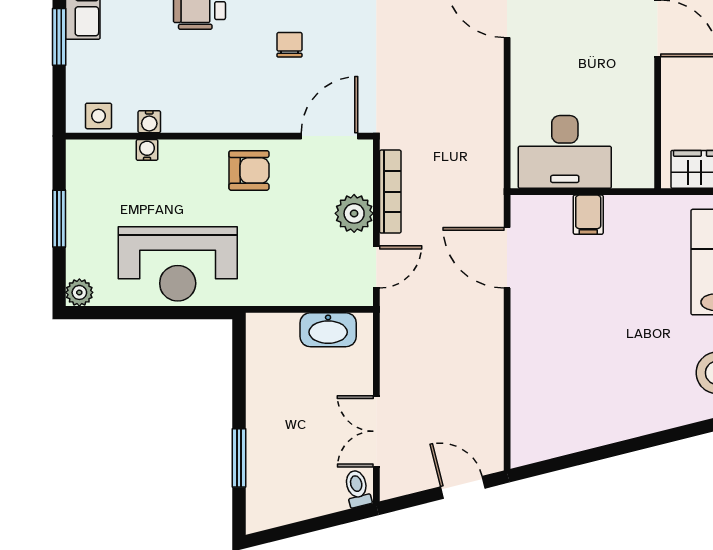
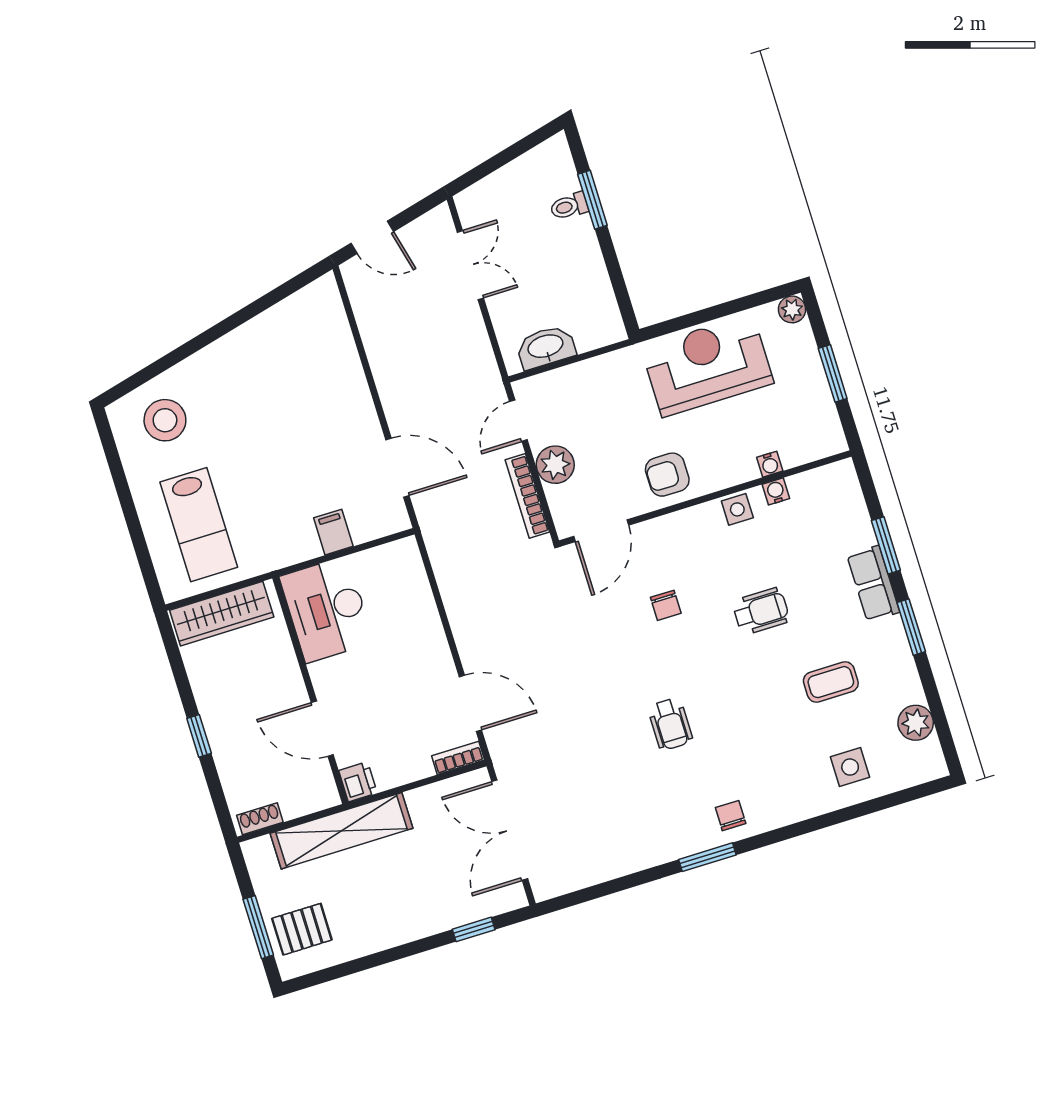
side table: (99, 116) -> (737, 509), moved
desk: (565, 152) -> (327, 610), moved, turned -90
toilet: (357, 488) -> (569, 206), moved, turned 104

